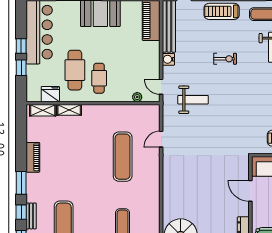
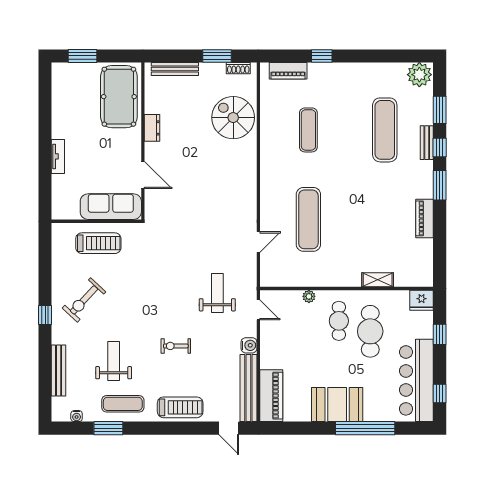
window: (21, 46) -> (440, 394), moved
fridge: (50, 94) -> (422, 300), moved
plant: (137, 97) -> (309, 296), moved
weight bench: (193, 100) -> (217, 293), turned 90
shelving: (43, 110) -> (412, 279), removed

